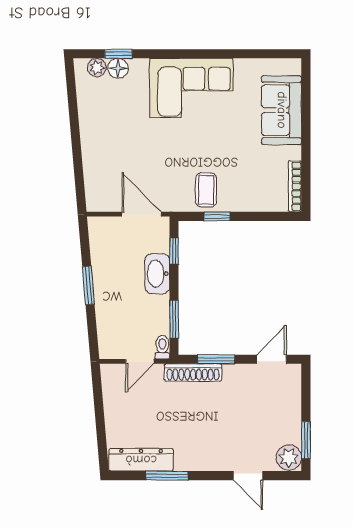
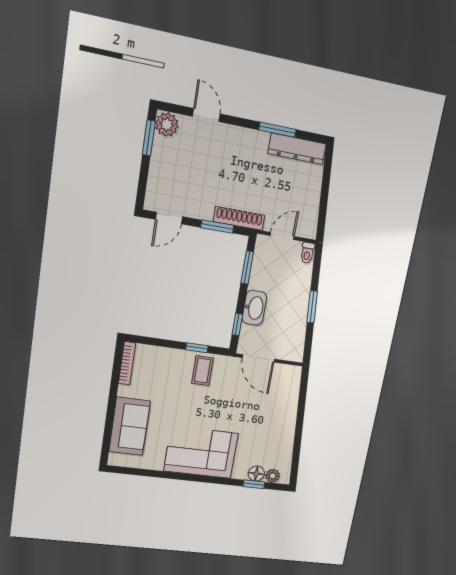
toilet: (162, 347) -> (307, 253), moved

